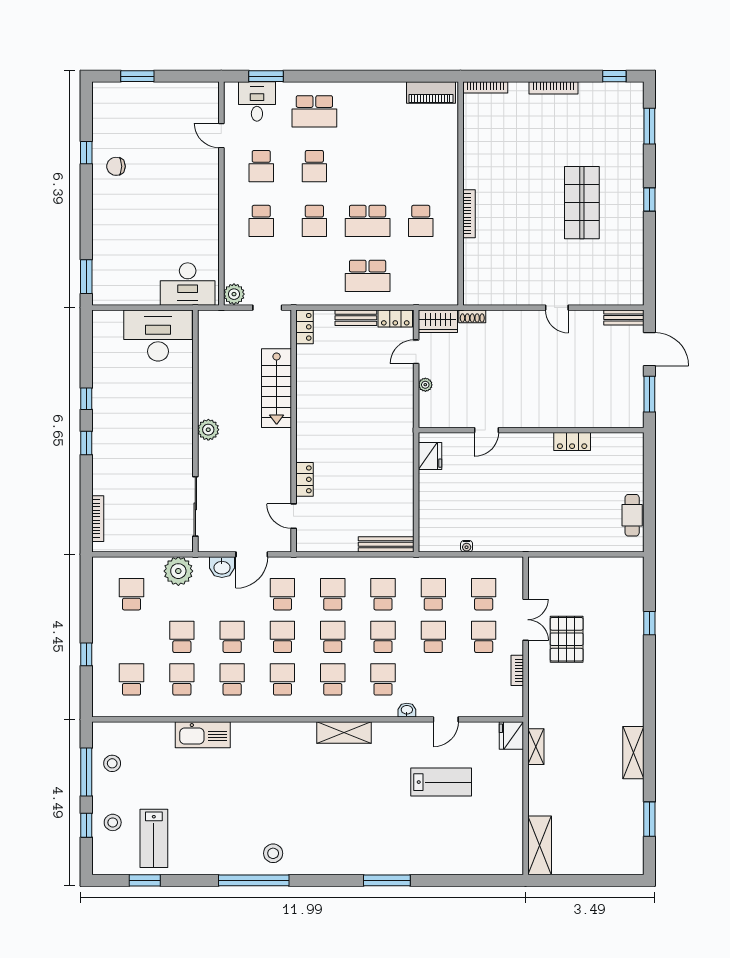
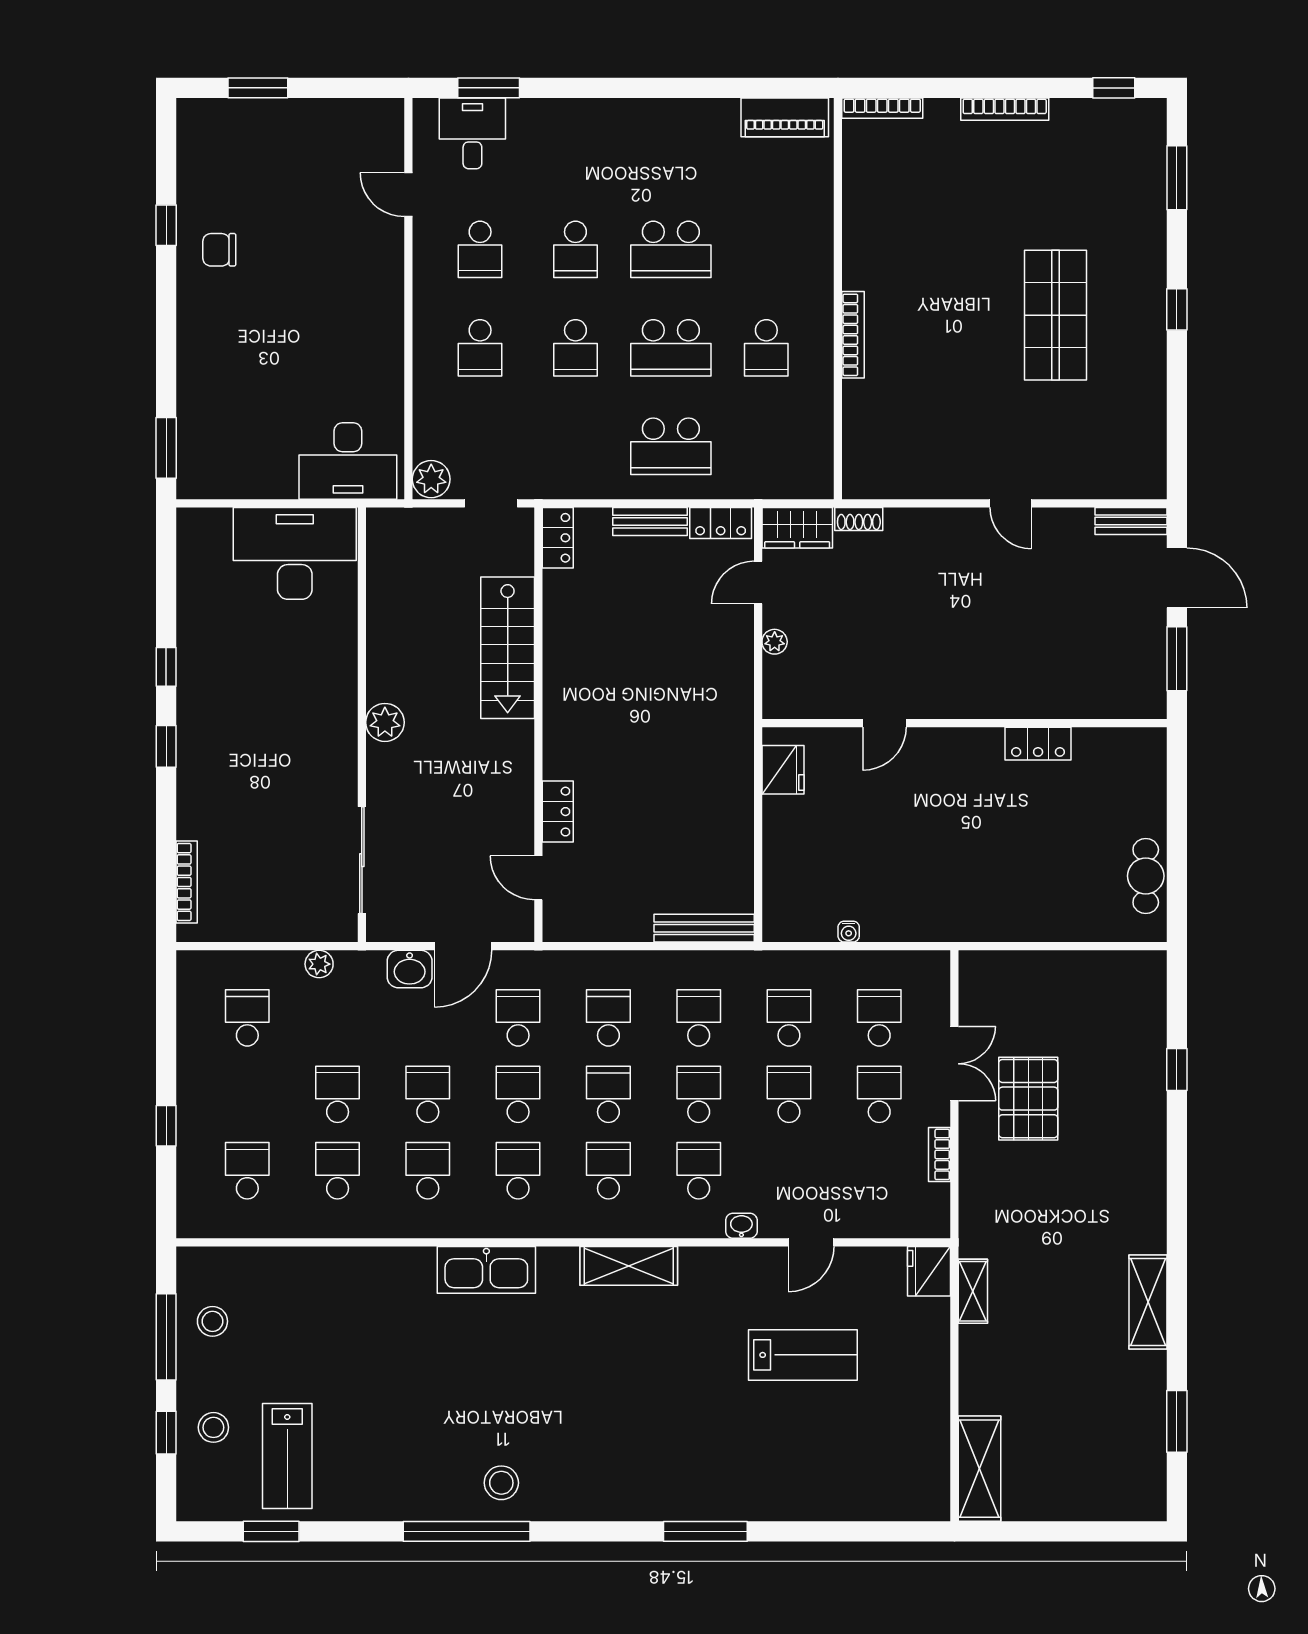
school desk: (314, 111) -> (671, 249), moved
plant: (178, 571) -> (319, 964), width x0.53, depth x0.53
kitchen sink: (203, 735) -> (486, 1270), moved

